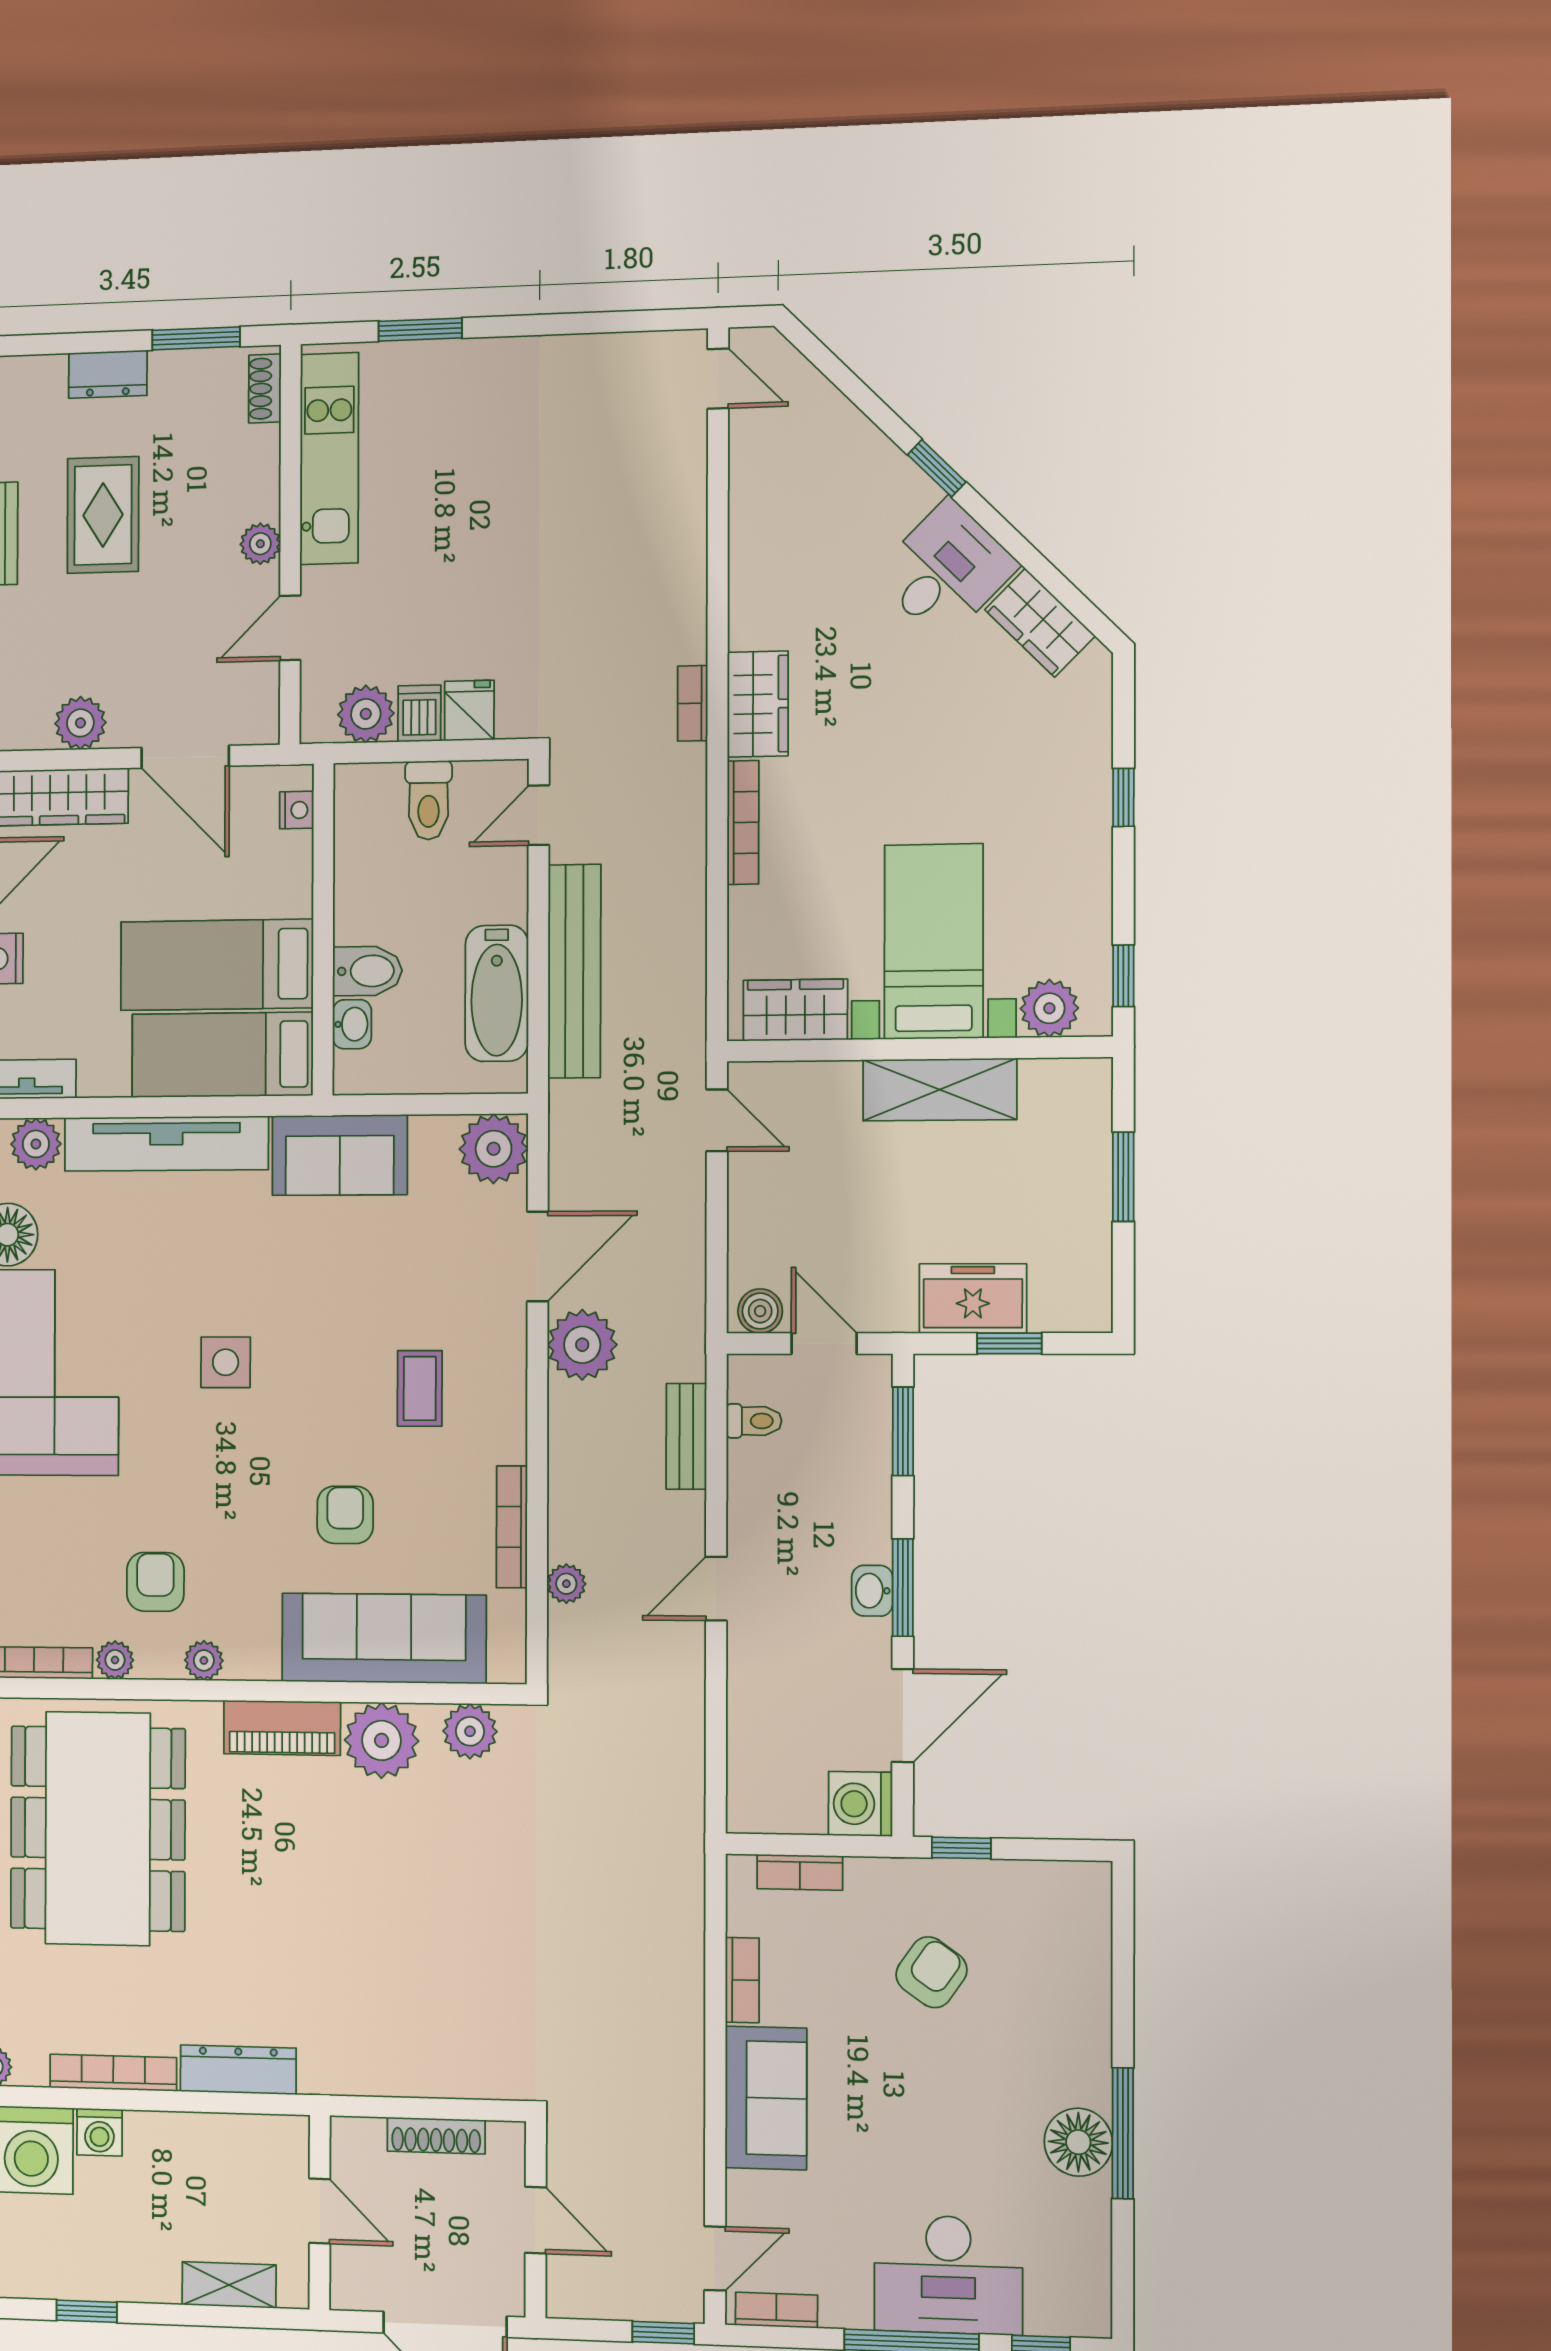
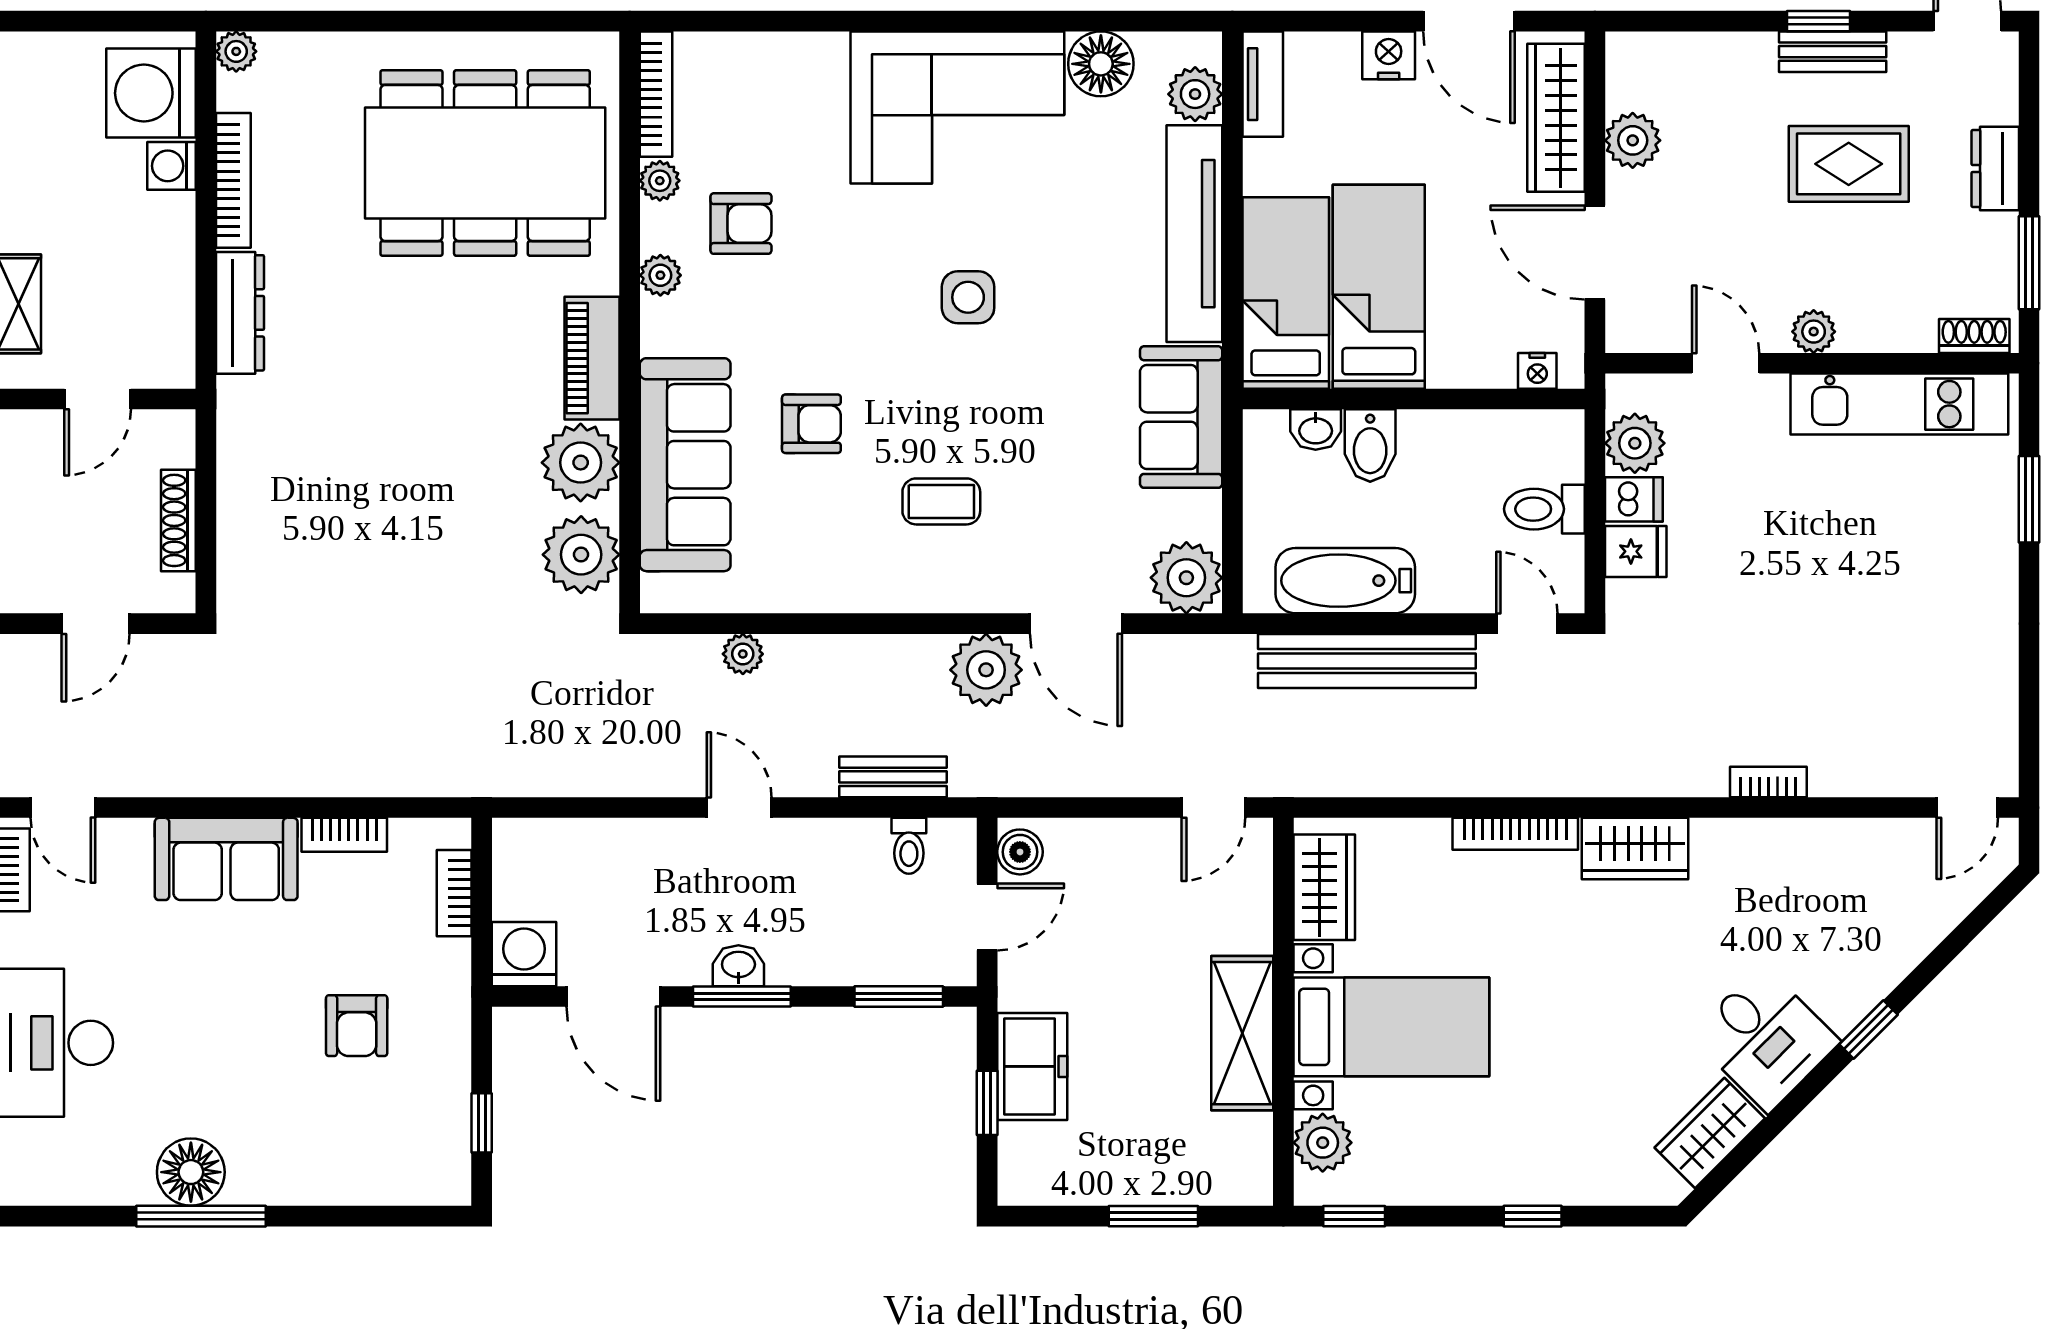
bookcase: (693, 703) -> (1768, 782), moved
door: (185, 757) -> (1595, 252), hinge flipped
bookcase: (512, 1527) -> (800, 598), removed
plant: (470, 1731) -> (581, 555), width x1.36, depth x1.36
window: (961, 1848) -> (482, 1123), moved
armchair: (931, 1972) -> (357, 1026), turned 55

